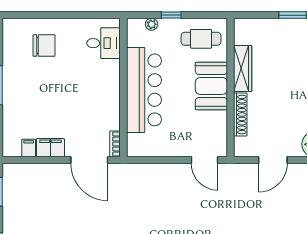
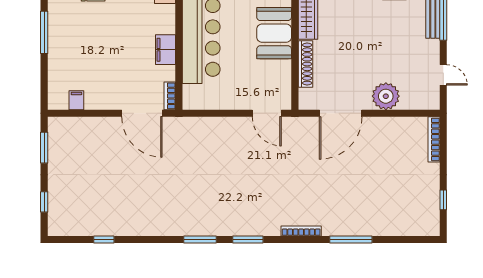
filing cabinet: (50, 148) -> (165, 50), moved, turned -90
door: (273, 160) -> (341, 113), width x1.36

